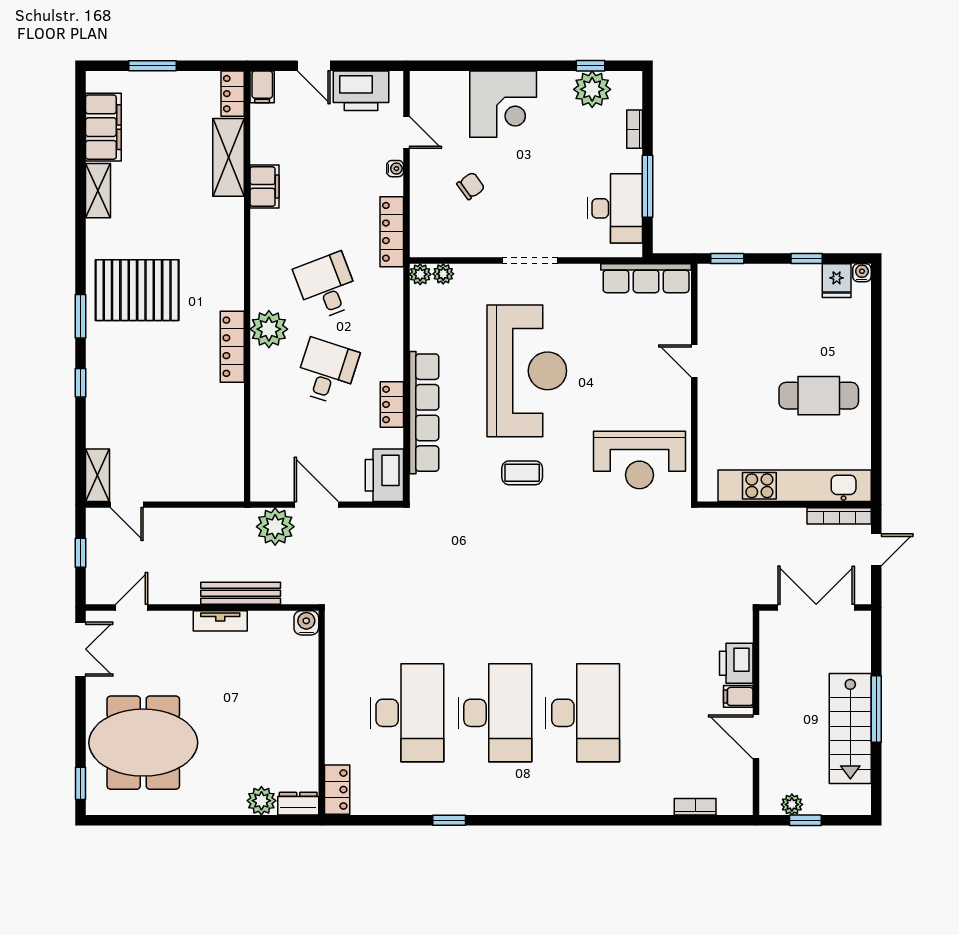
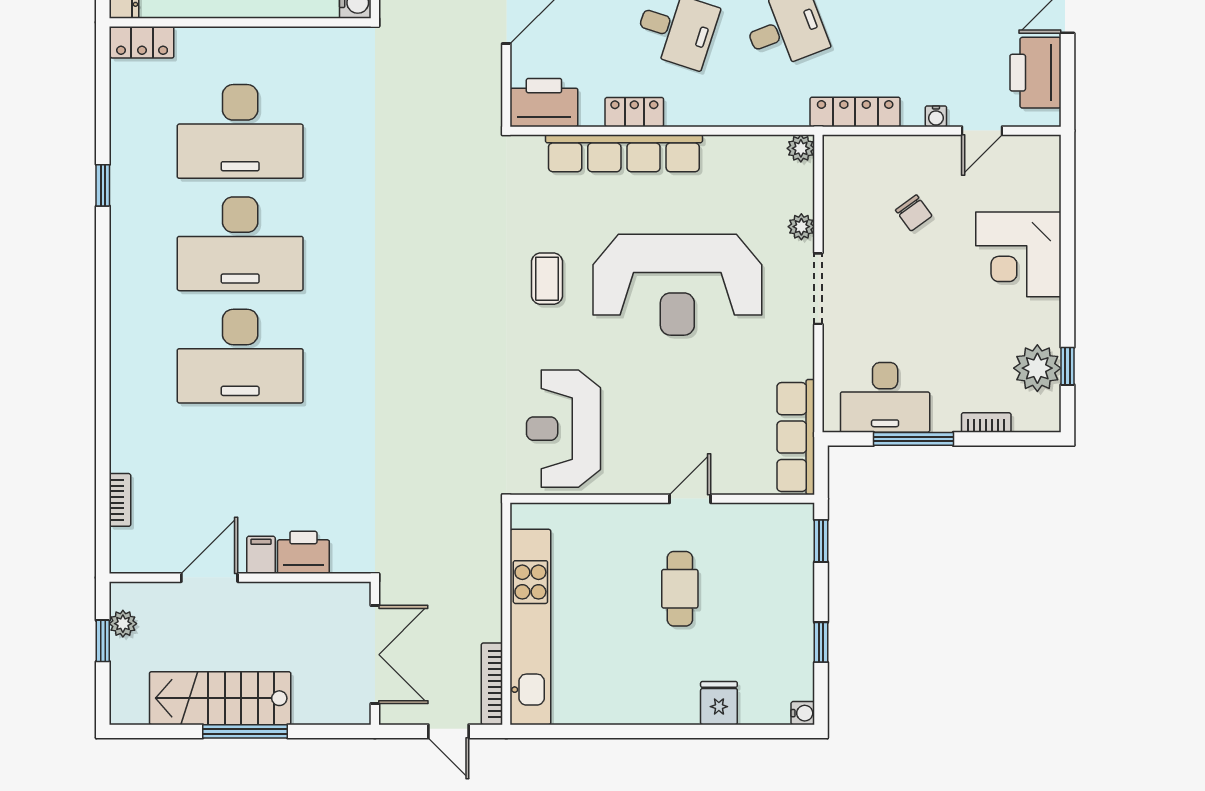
plant: (443, 274) -> (801, 227), moved
fridge: (837, 281) -> (719, 703), moved, turned 90
cafe table: (819, 396) -> (680, 589), moved, width x0.73, depth x0.74

